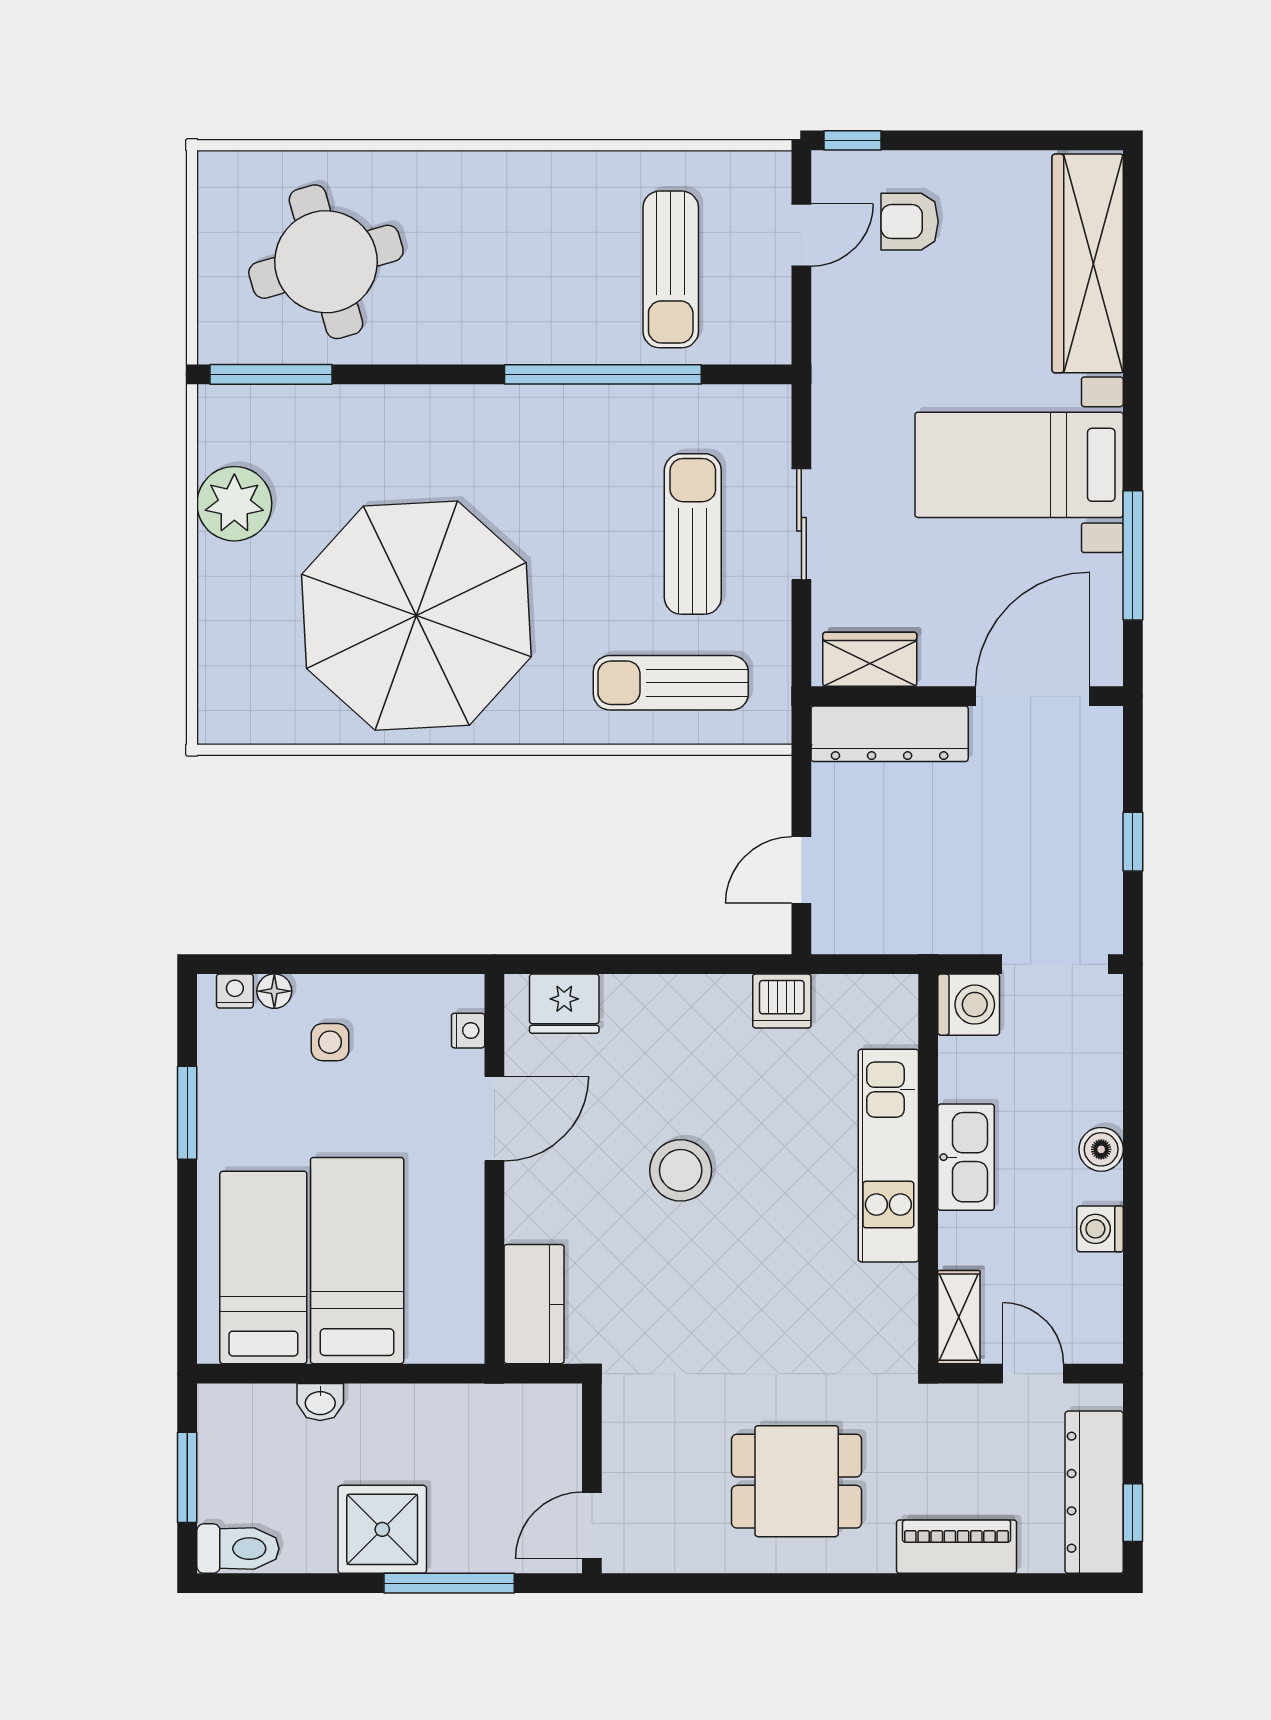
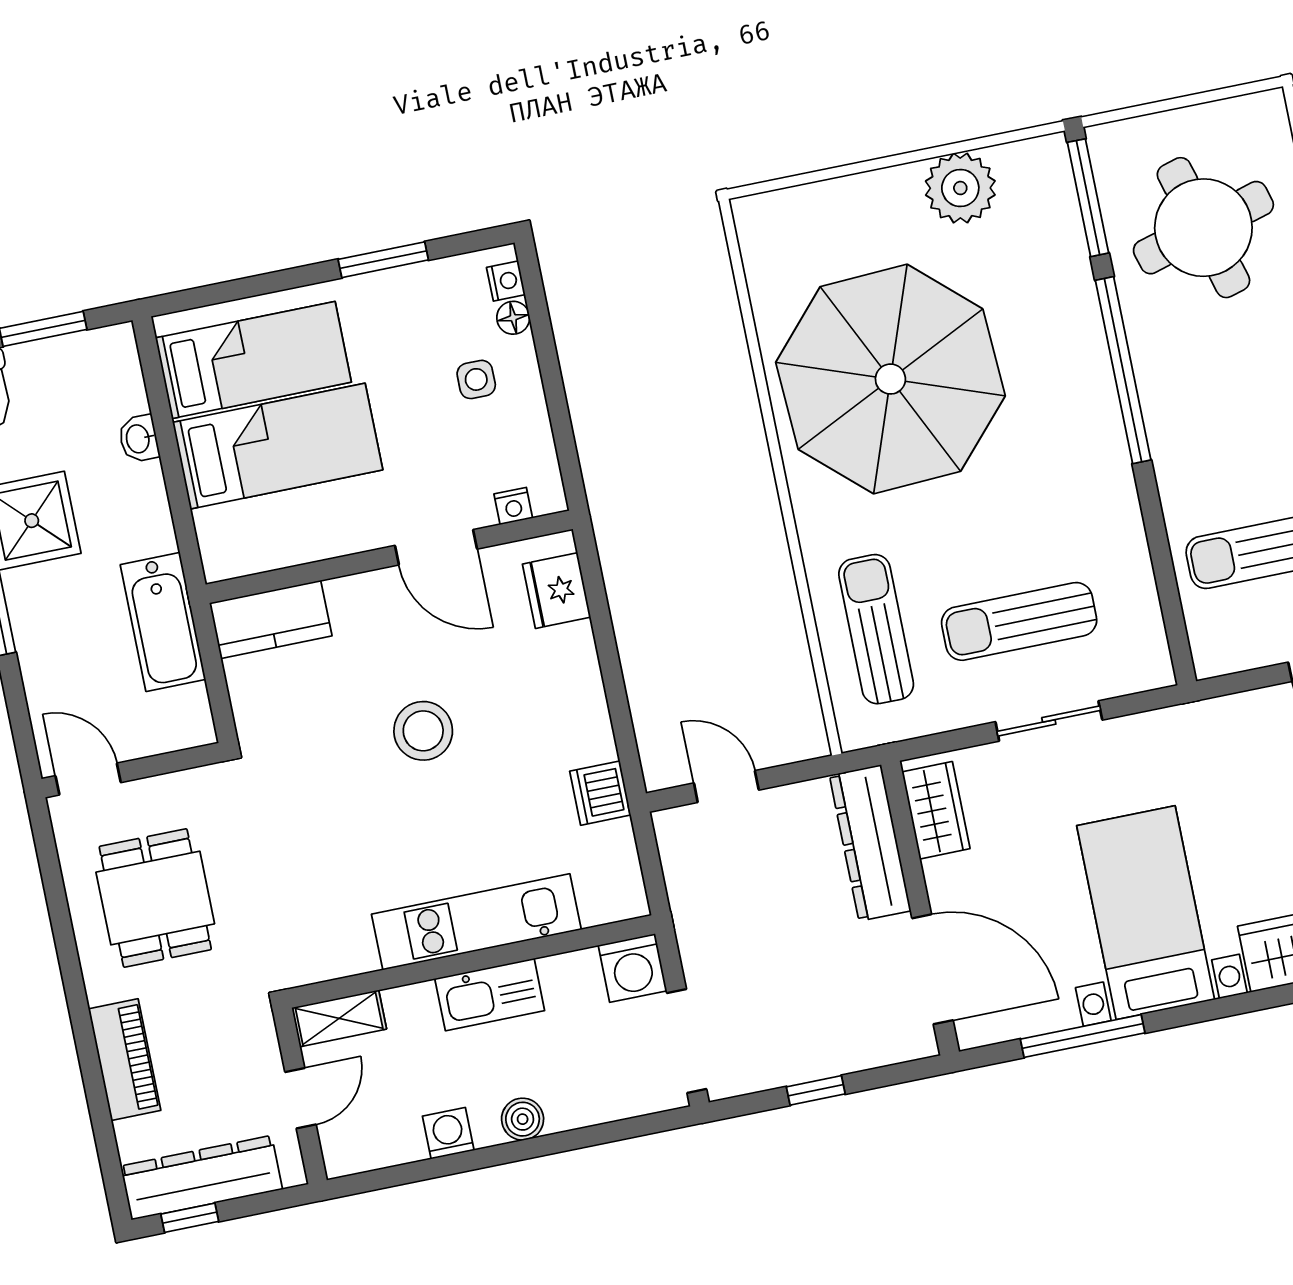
window: (603, 374) -> (1123, 370), moved
sun lounger: (693, 534) -> (1019, 621), turned 180
bathtub: (514, 1415) -> (163, 622), added
wall: (592, 1478) -> (132, 770), moved
door: (592, 1525) -> (88, 779), moved

